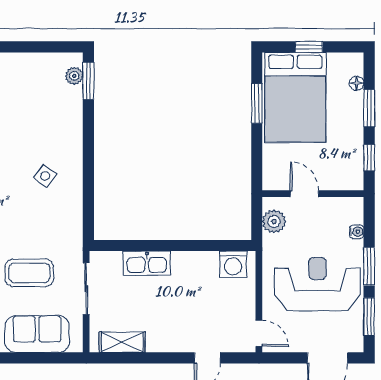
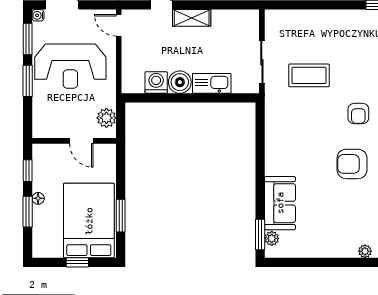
floor lamp: (356, 83) -> (38, 198), moved
side table: (45, 176) -> (296, 156), removed
water cooler: (357, 232) -> (38, 15), moved
washing machine: (233, 264) -> (156, 83), moved
boiler: (185, 265) -> (180, 82), added
sofa: (37, 334) -> (280, 203), moved, turned -90
shelving: (122, 342) -> (192, 18), moved

